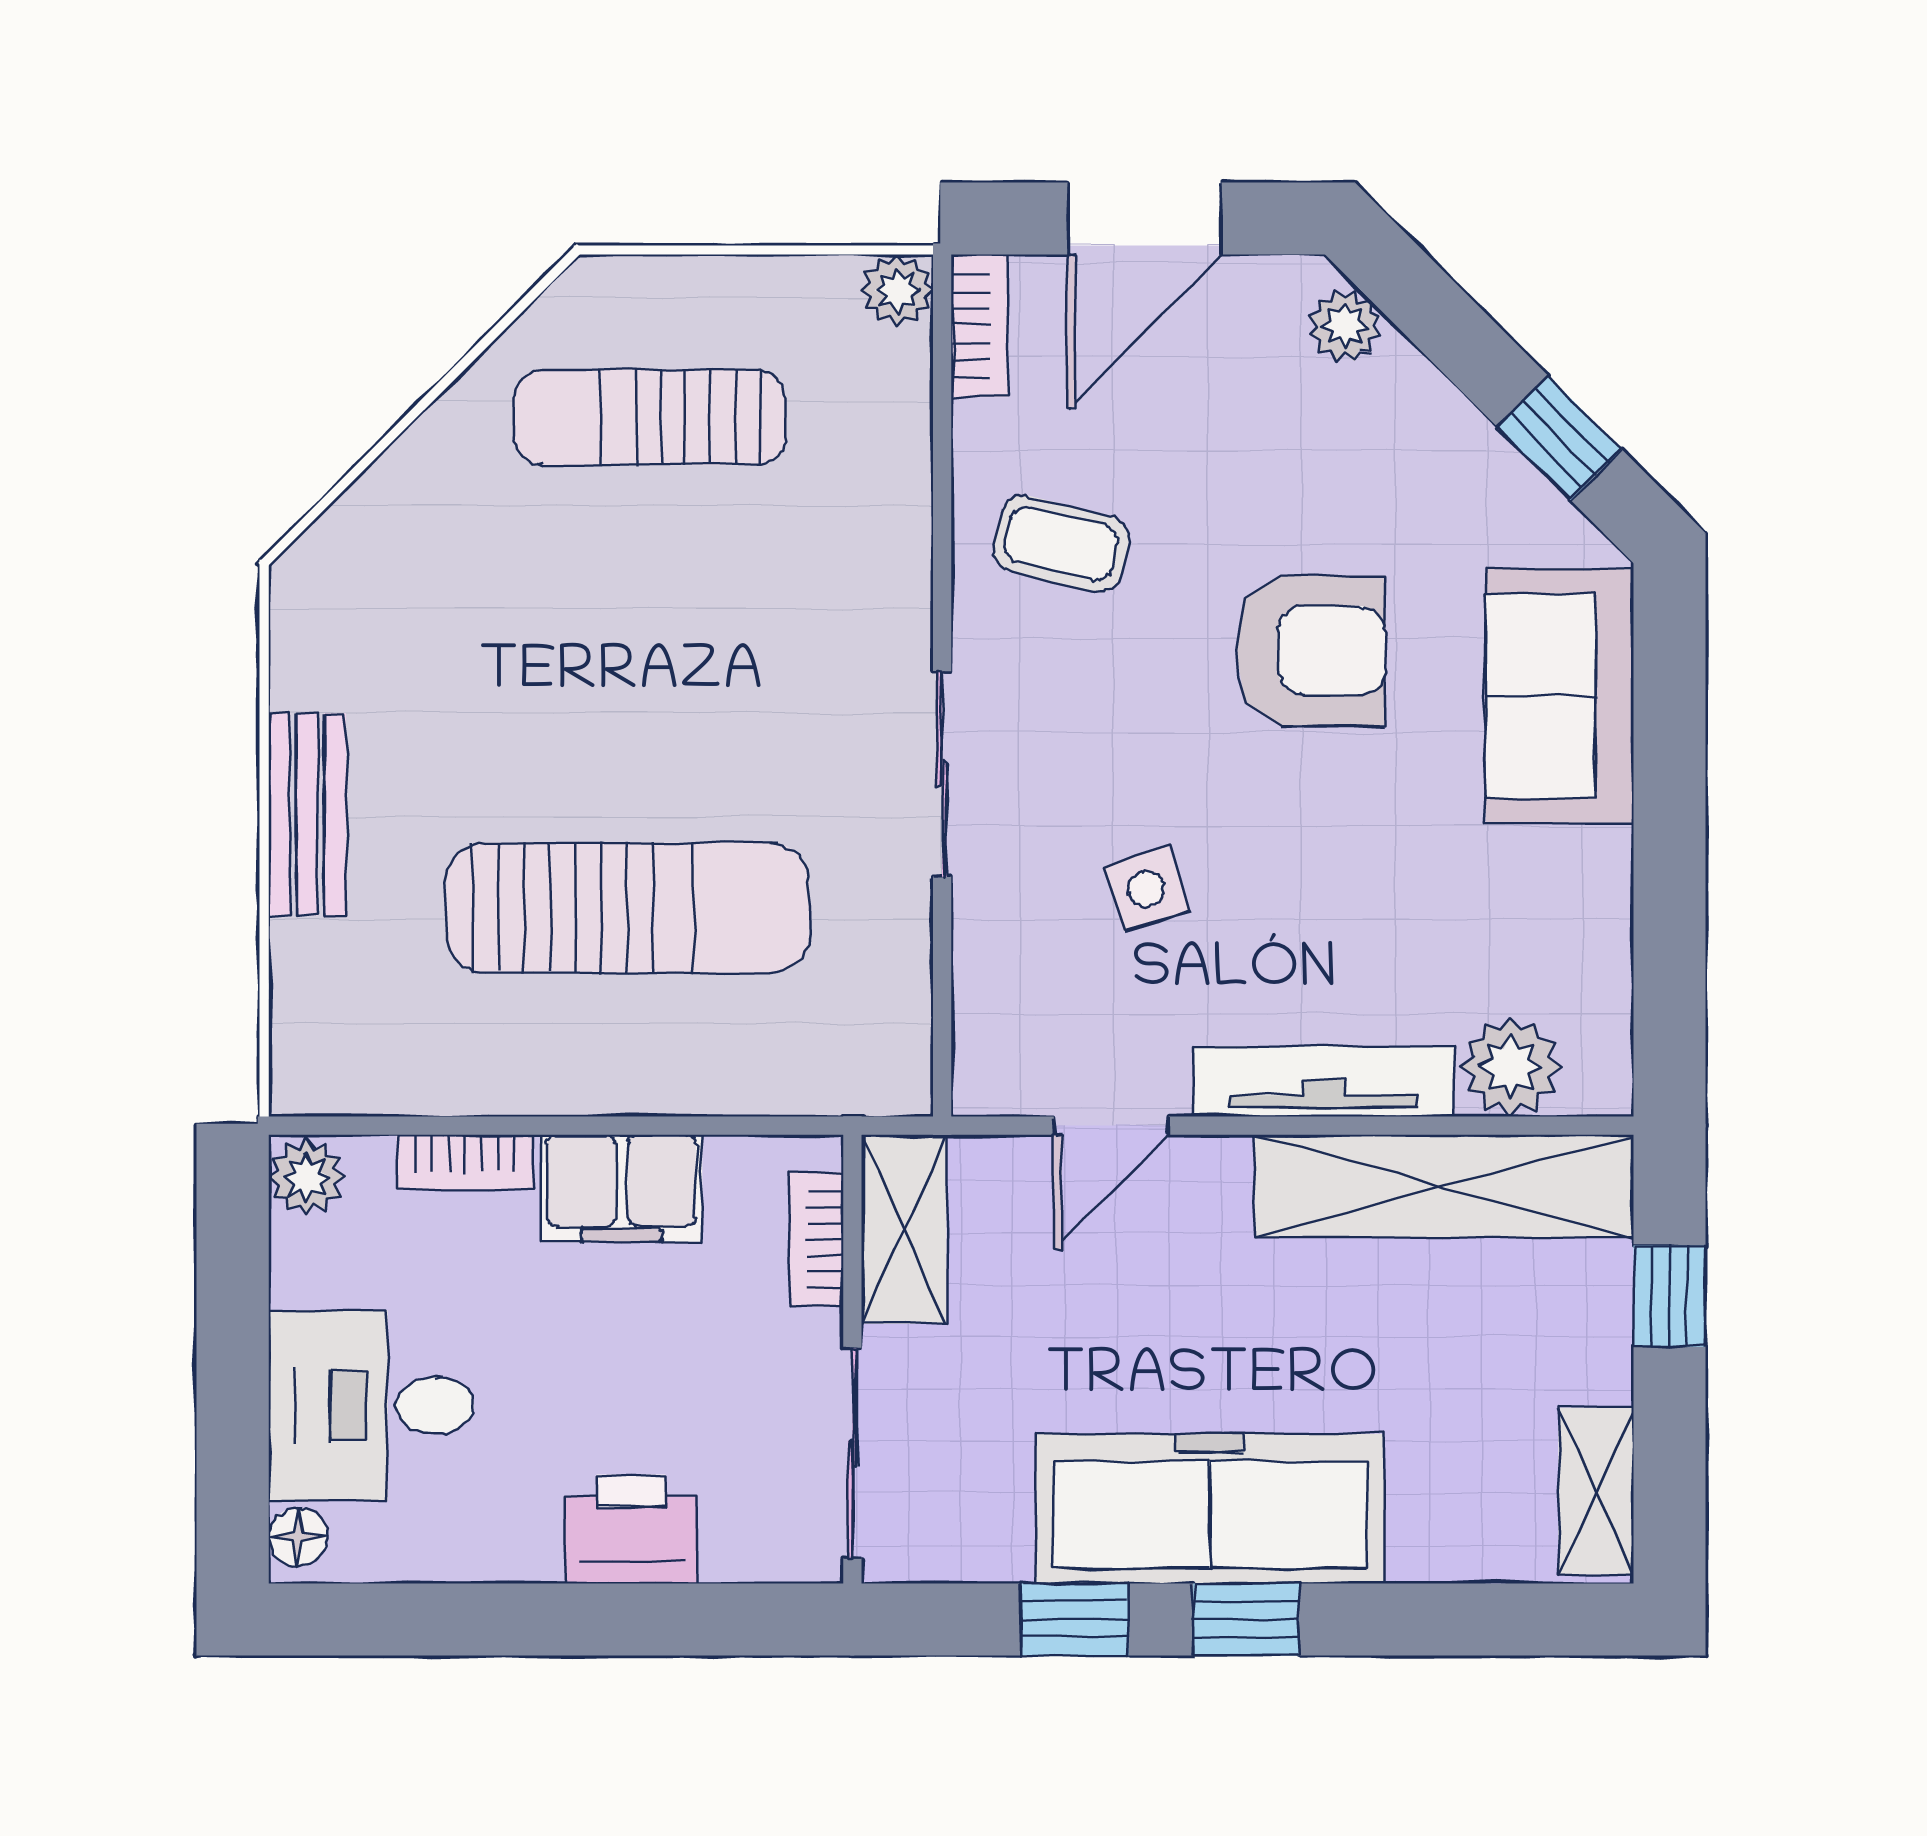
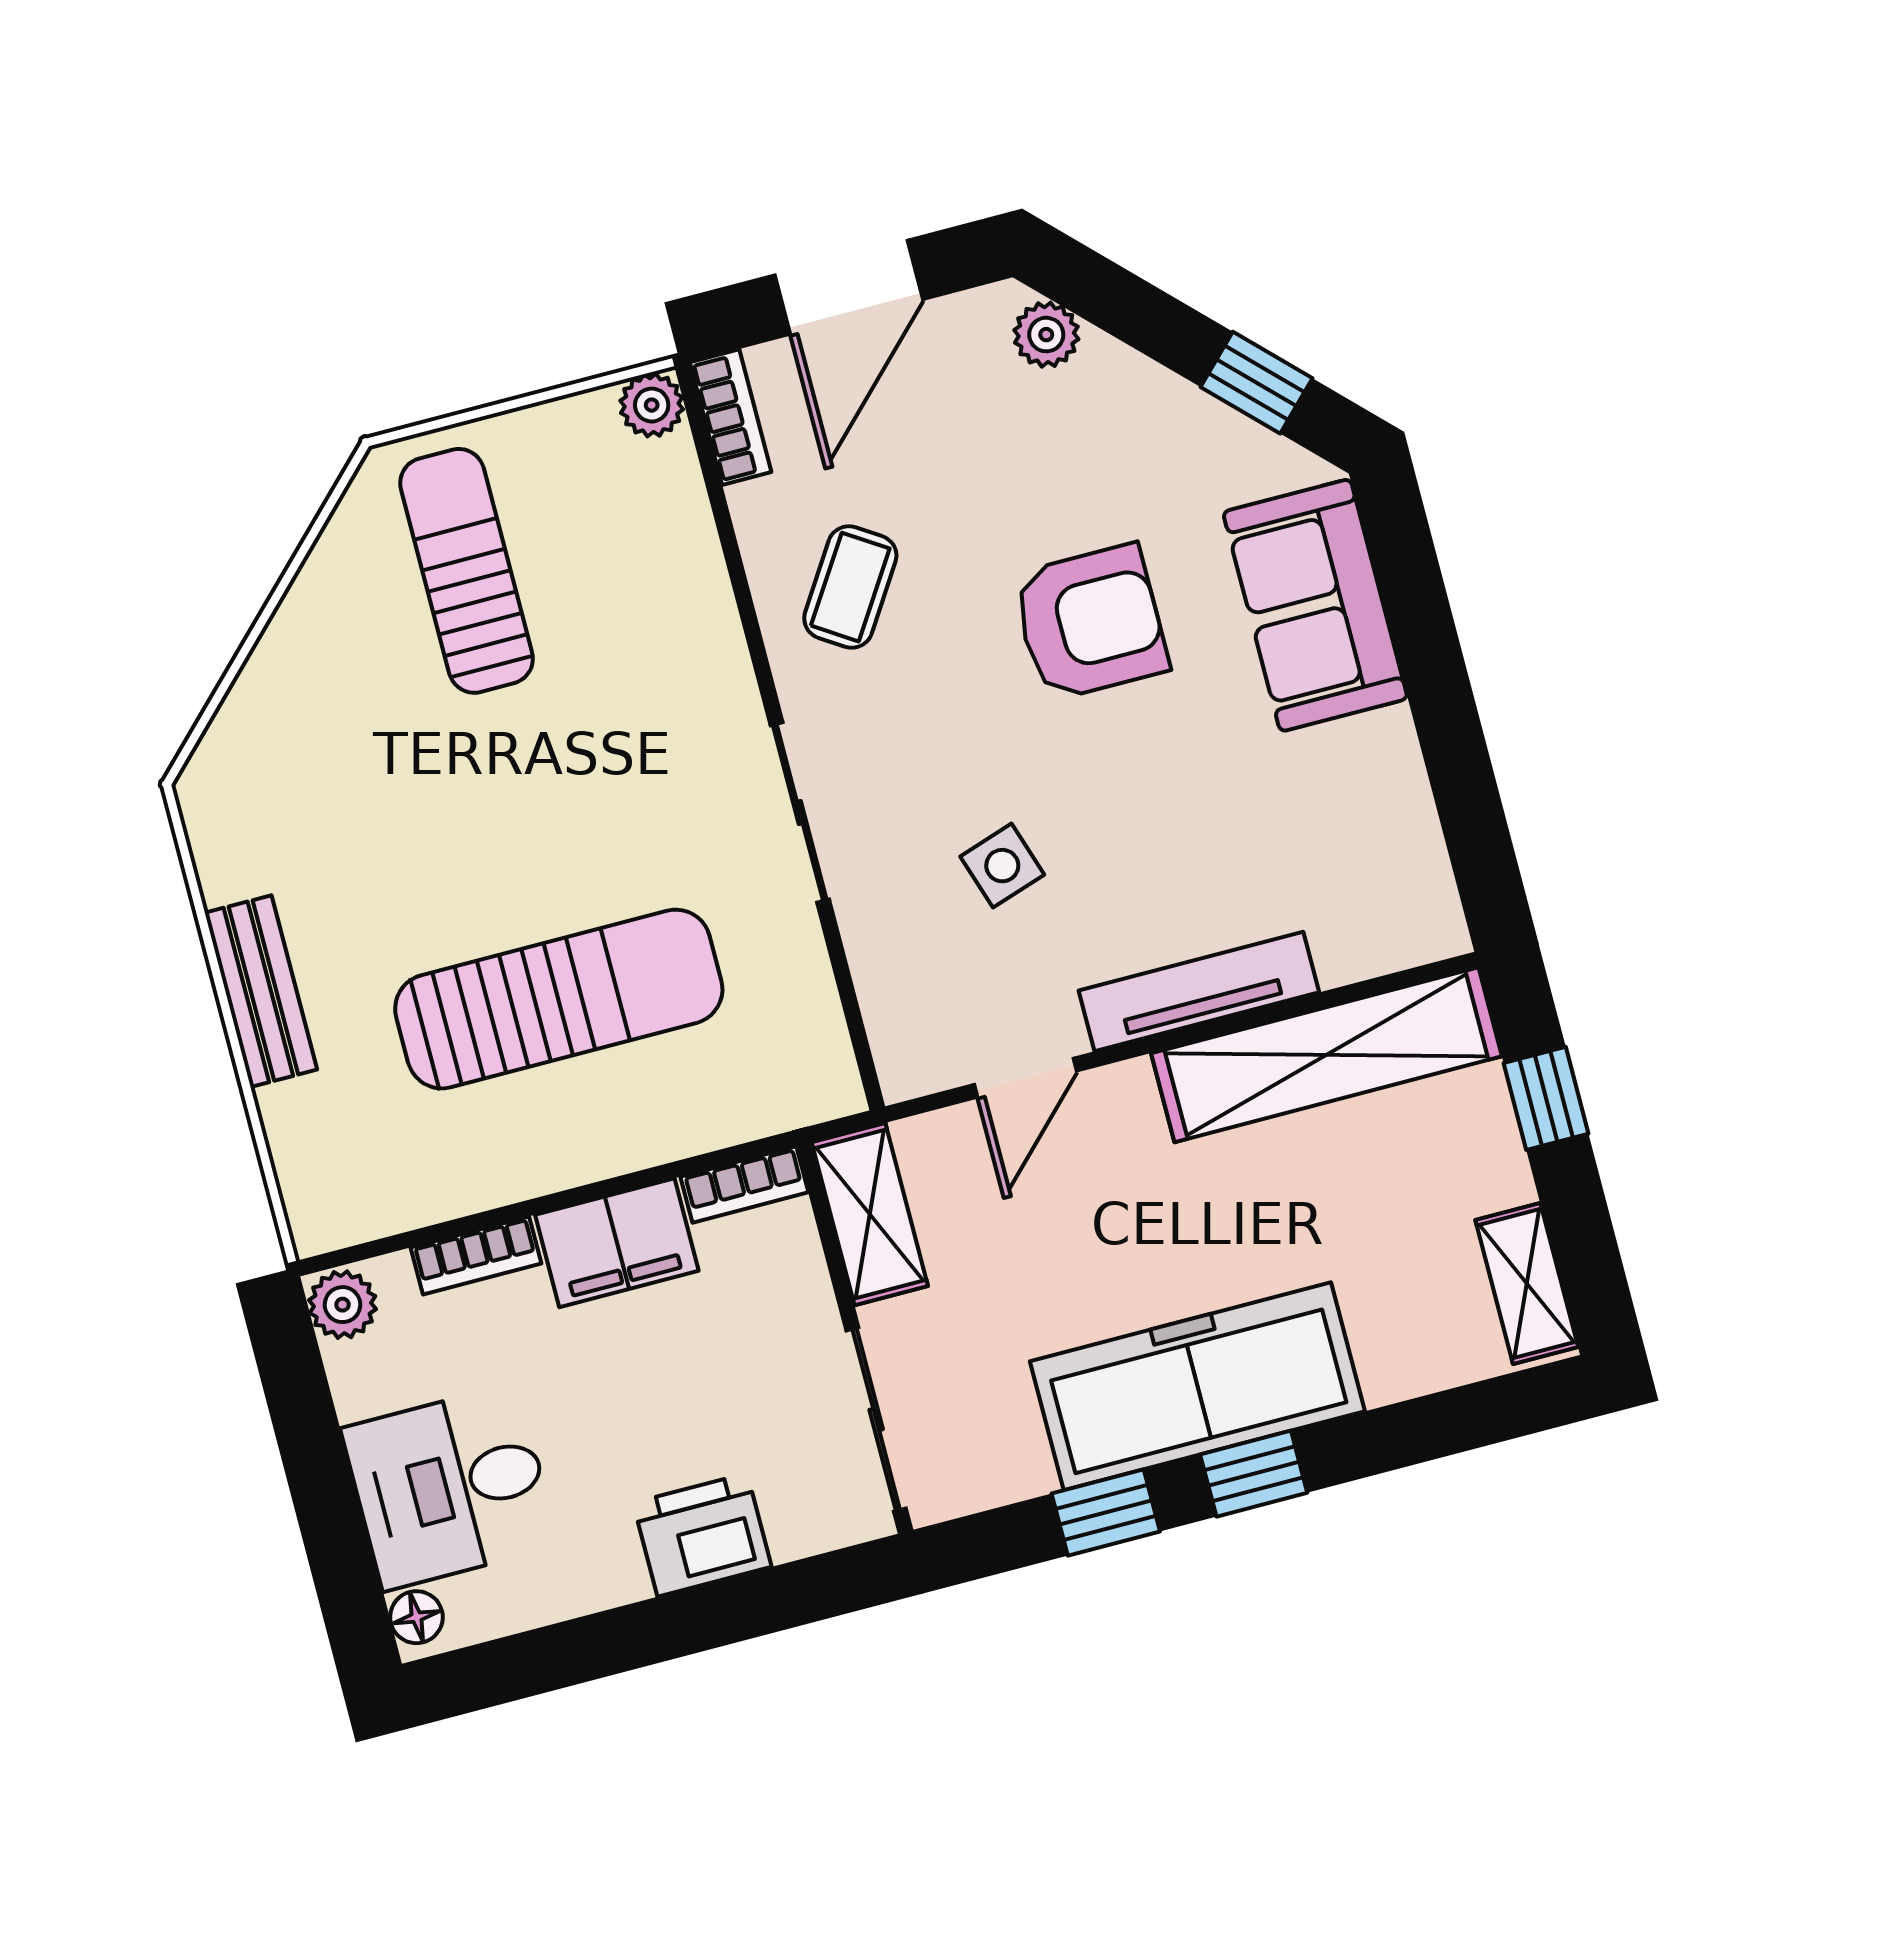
sun lounger: (650, 417) -> (467, 571), turned 90
coffee table: (1061, 544) -> (850, 587), turned -71
plant: (1511, 1067) -> (1357, 936), removed
bookcase: (817, 1239) -> (744, 1184), moved, turned -90

